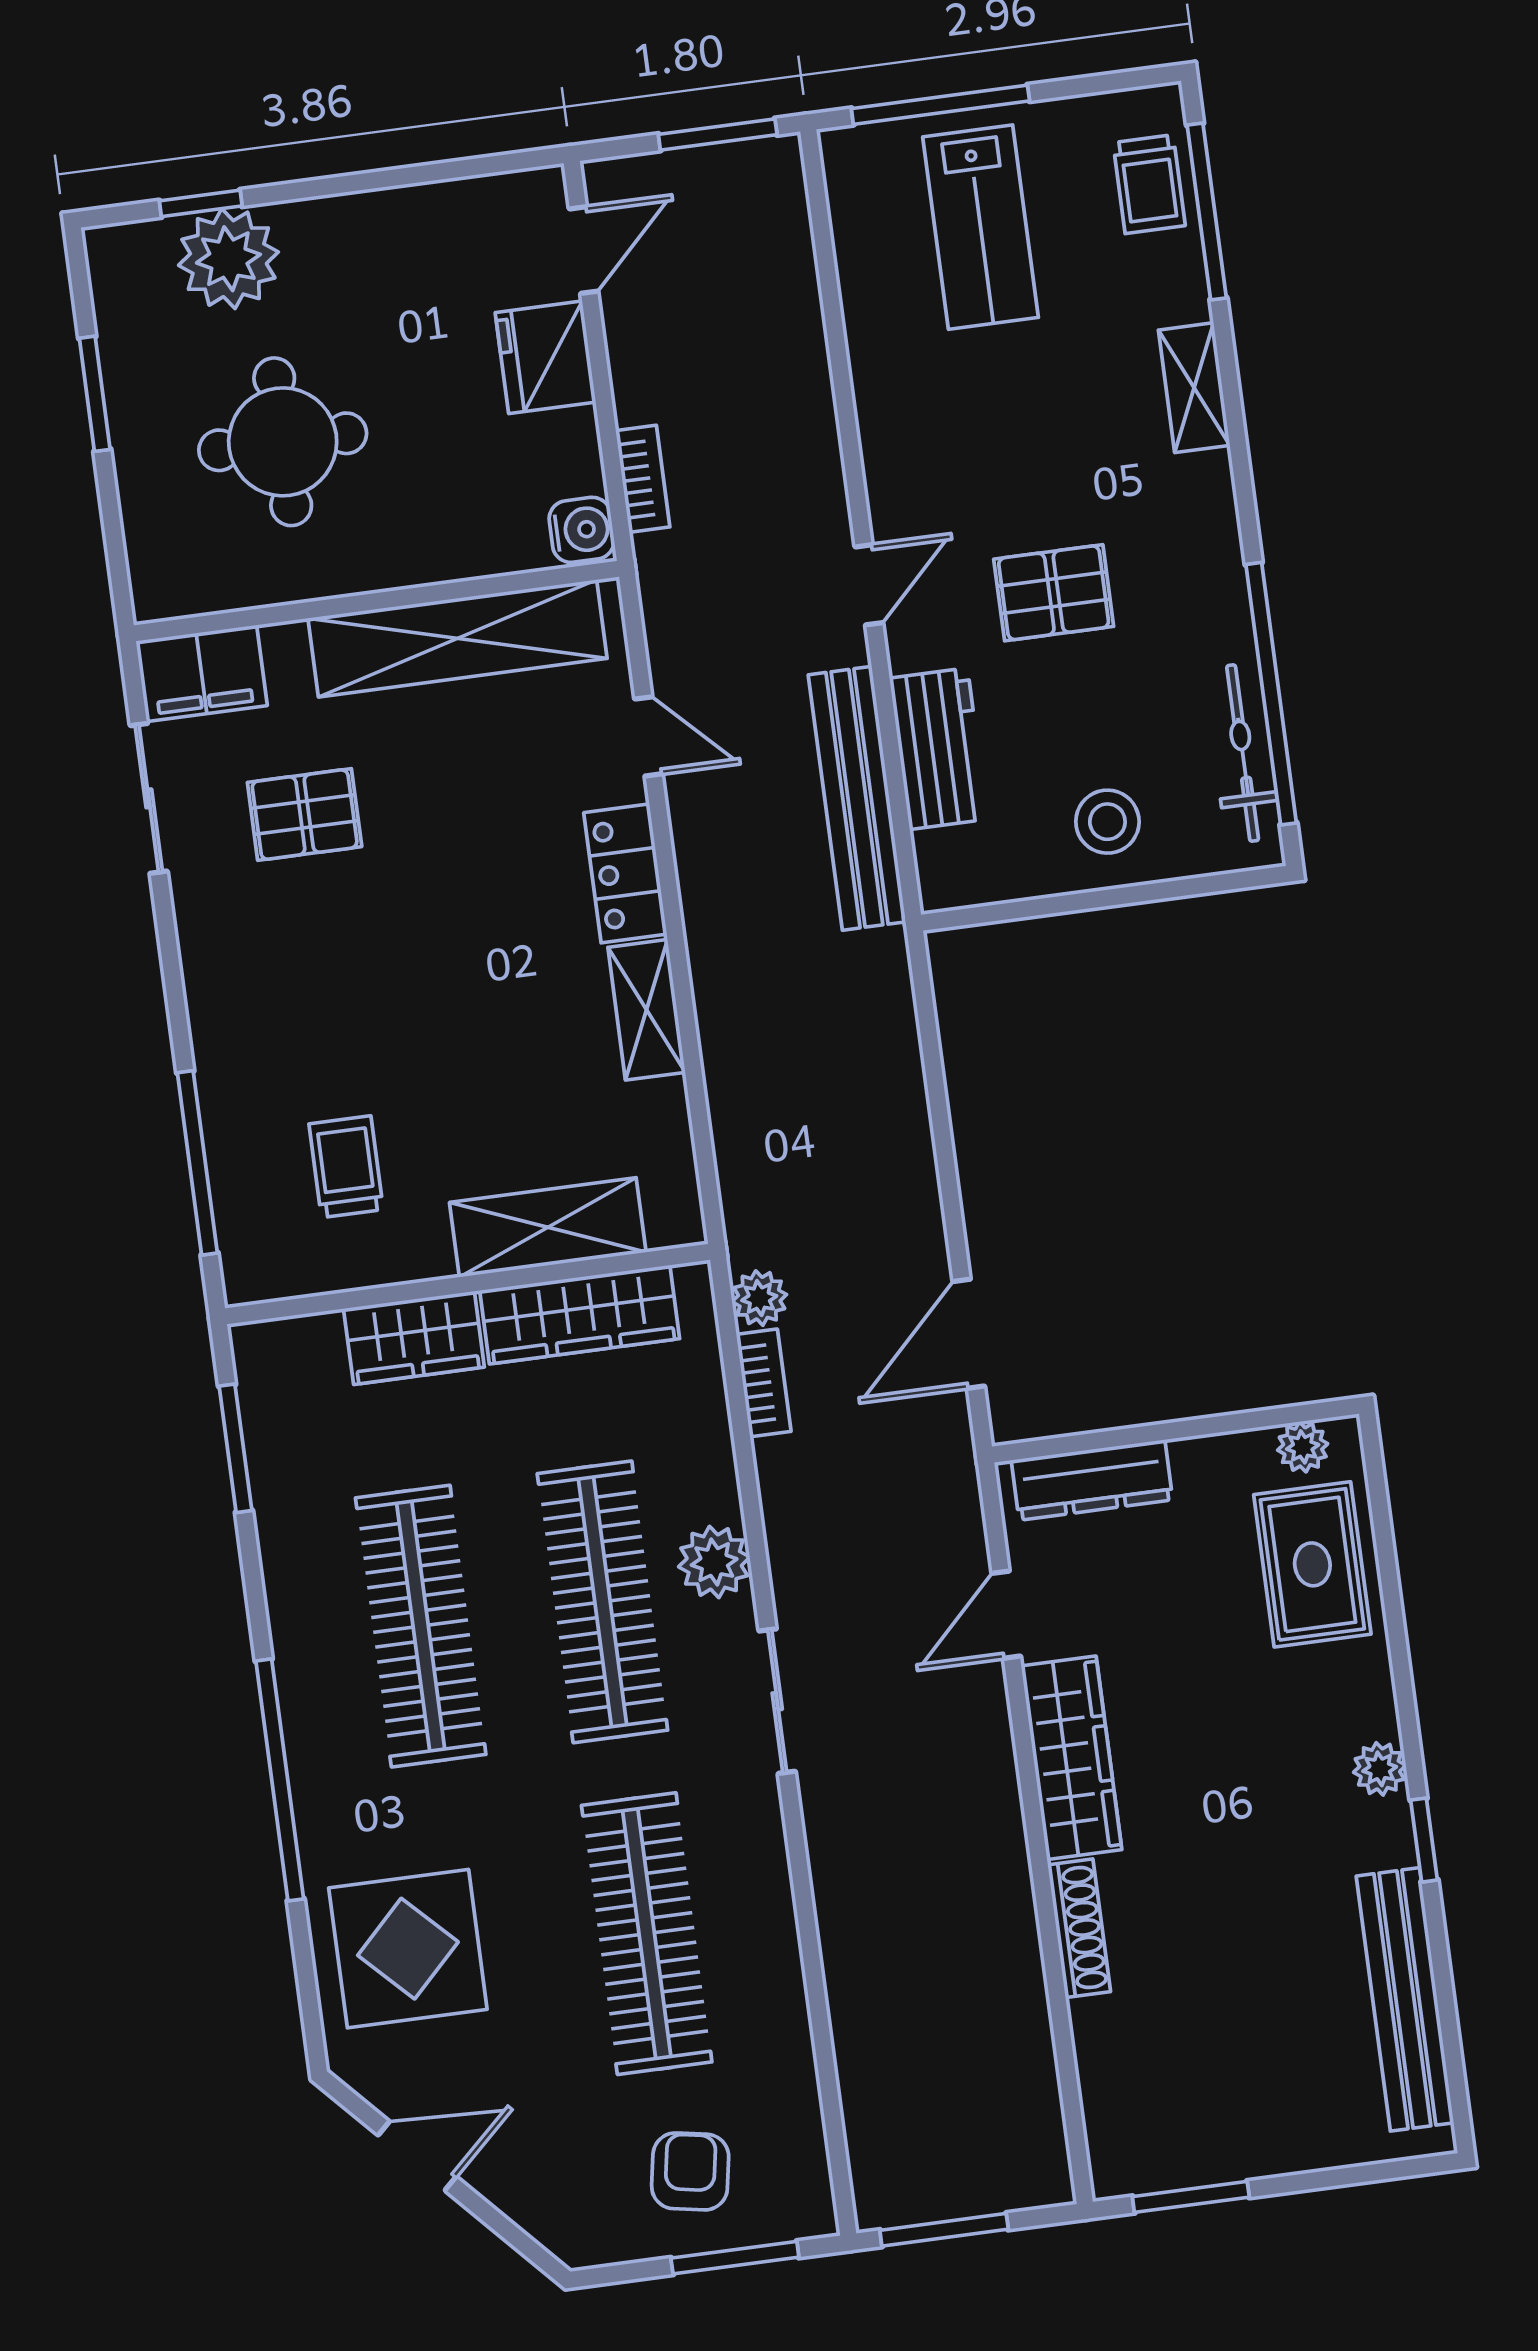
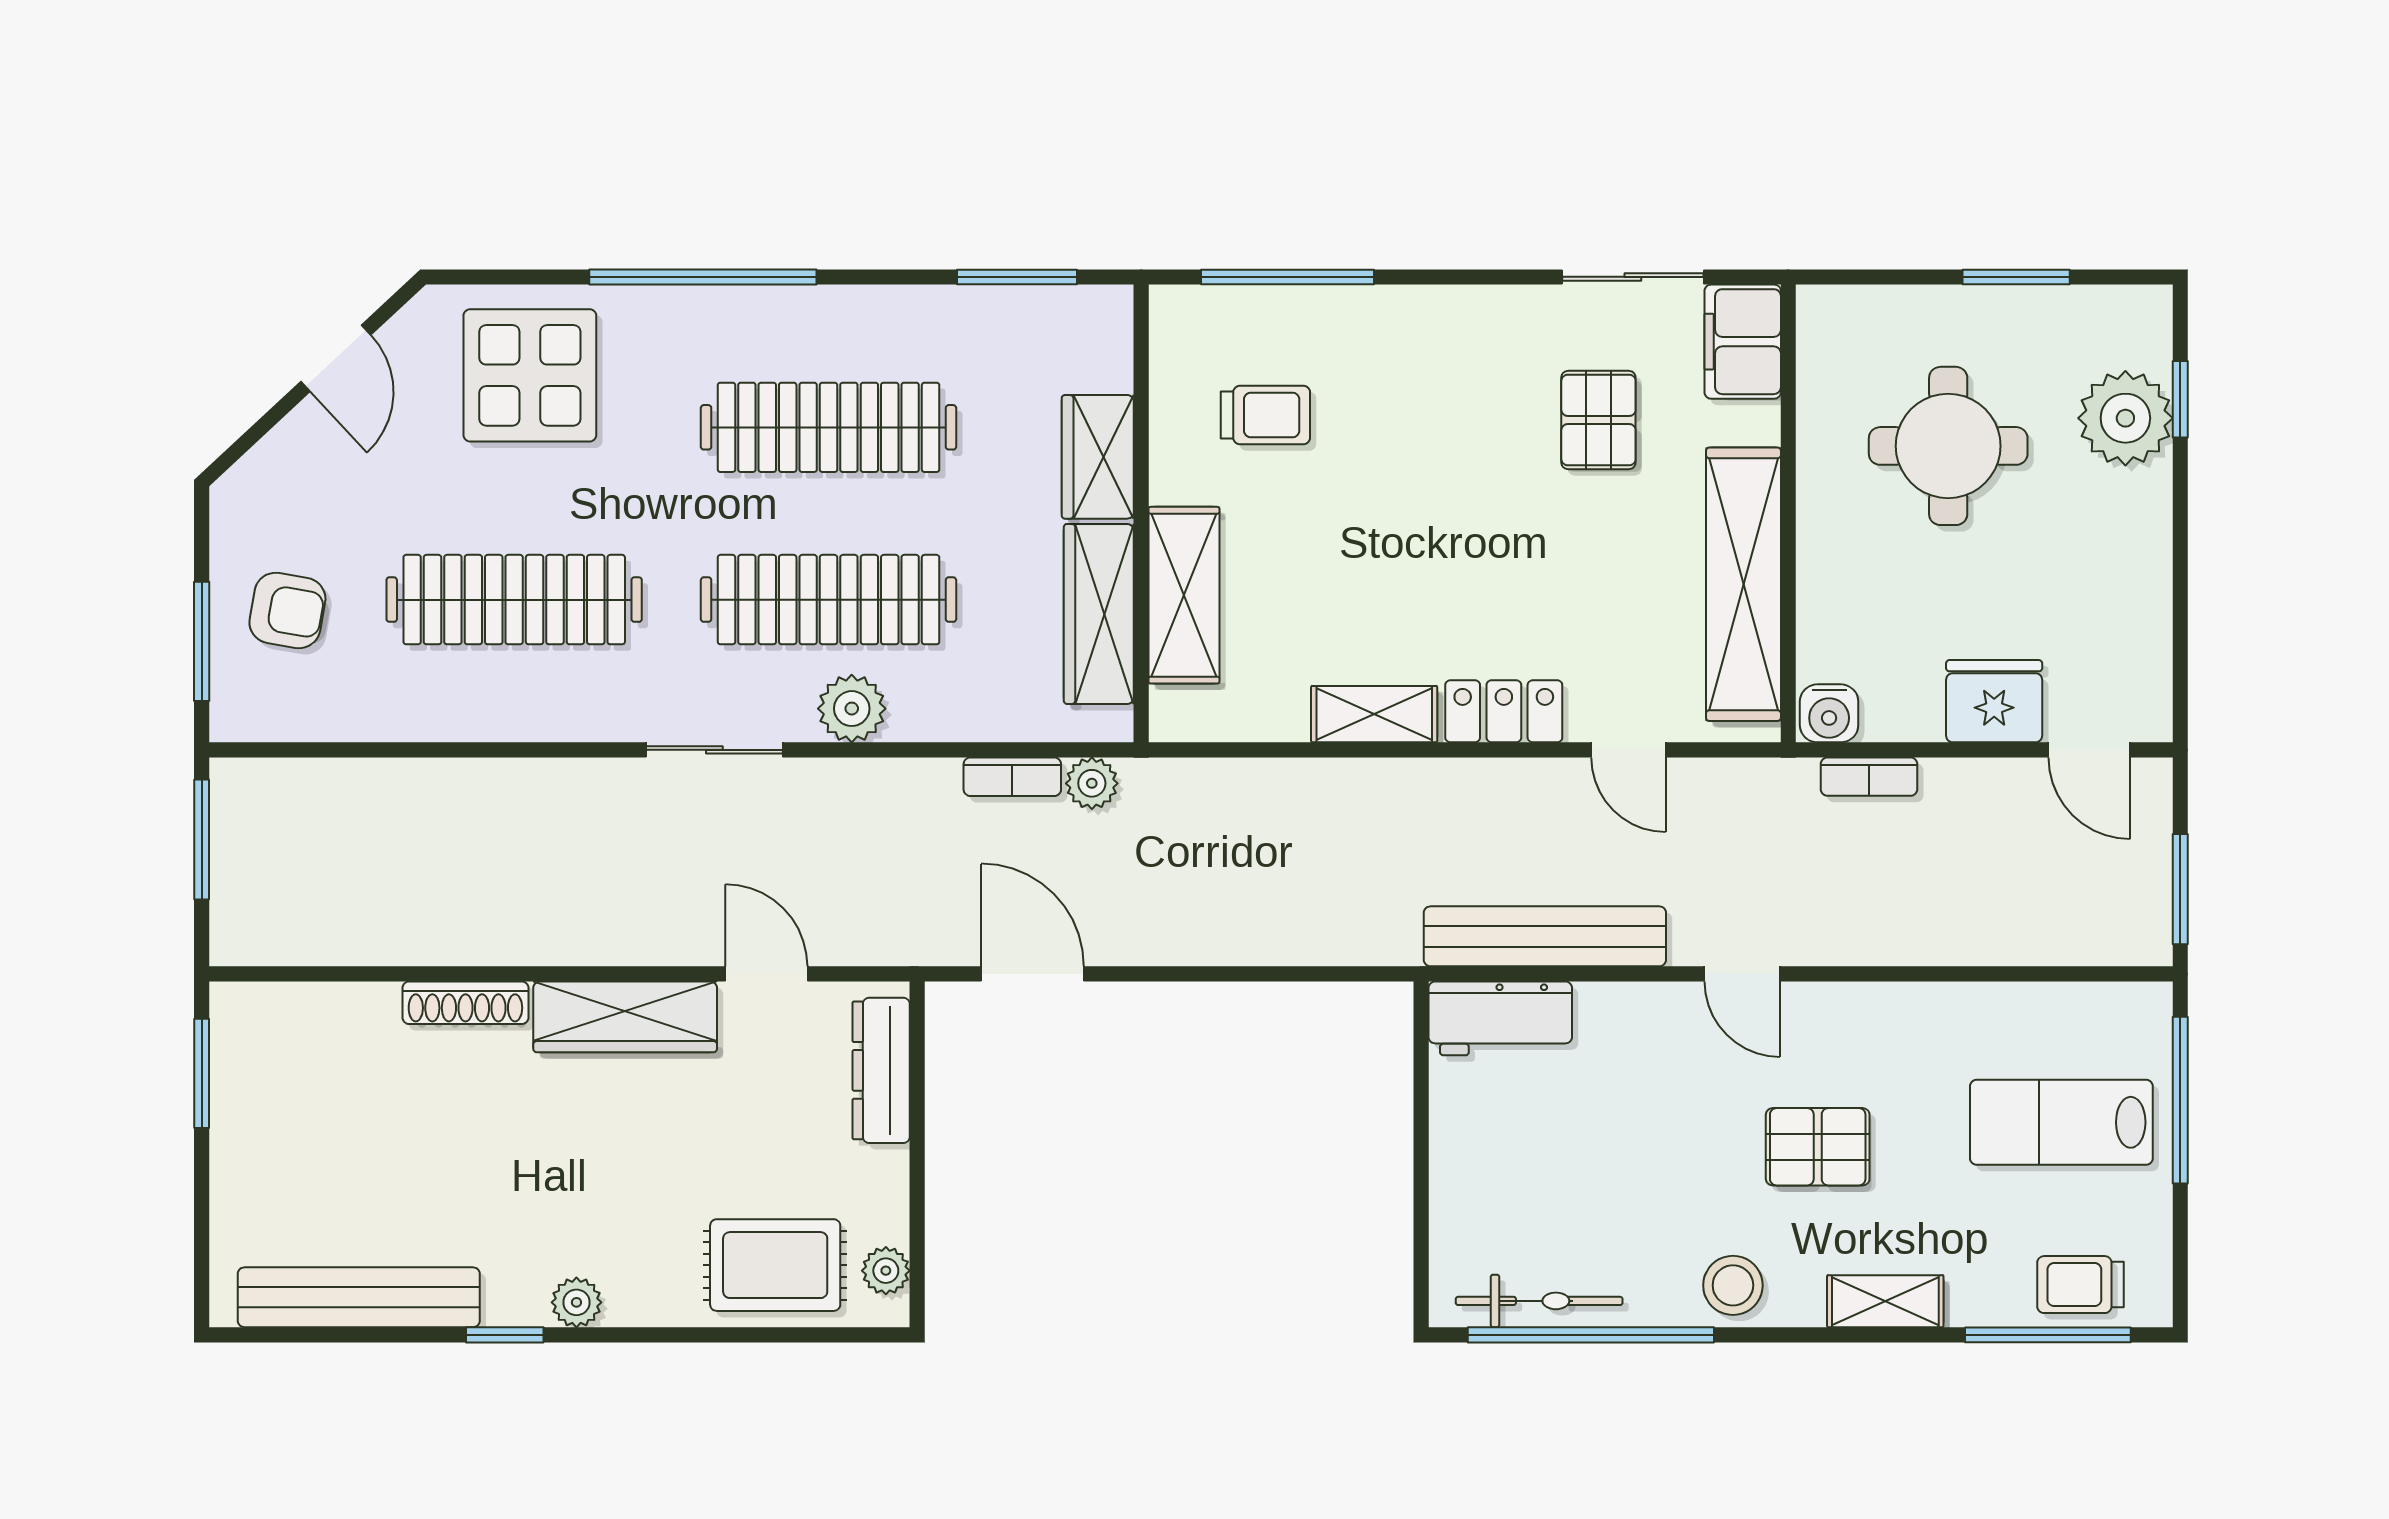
pallet: (1054, 593) -> (1818, 1147), moved, turned 90
door: (648, 736) -> (1628, 750), hinge flipped
workbench: (939, 749) -> (1500, 1018), moved
stool: (1107, 822) -> (1733, 1285), moved

